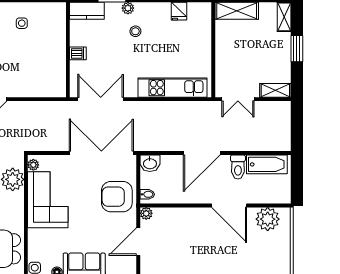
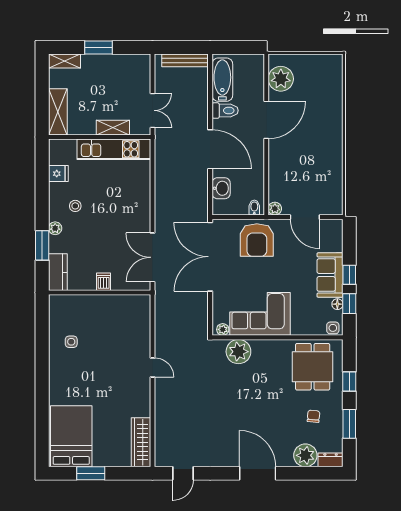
stool: (135, 31) -> (75, 206), moved
kitchen unit: (173, 88) -> (114, 149), moved, turned -90
shelving: (275, 90) -> (113, 128), moved, turned 90
bench: (285, 129) -> (185, 60), added
washbasin: (150, 163) -> (221, 188), moved

